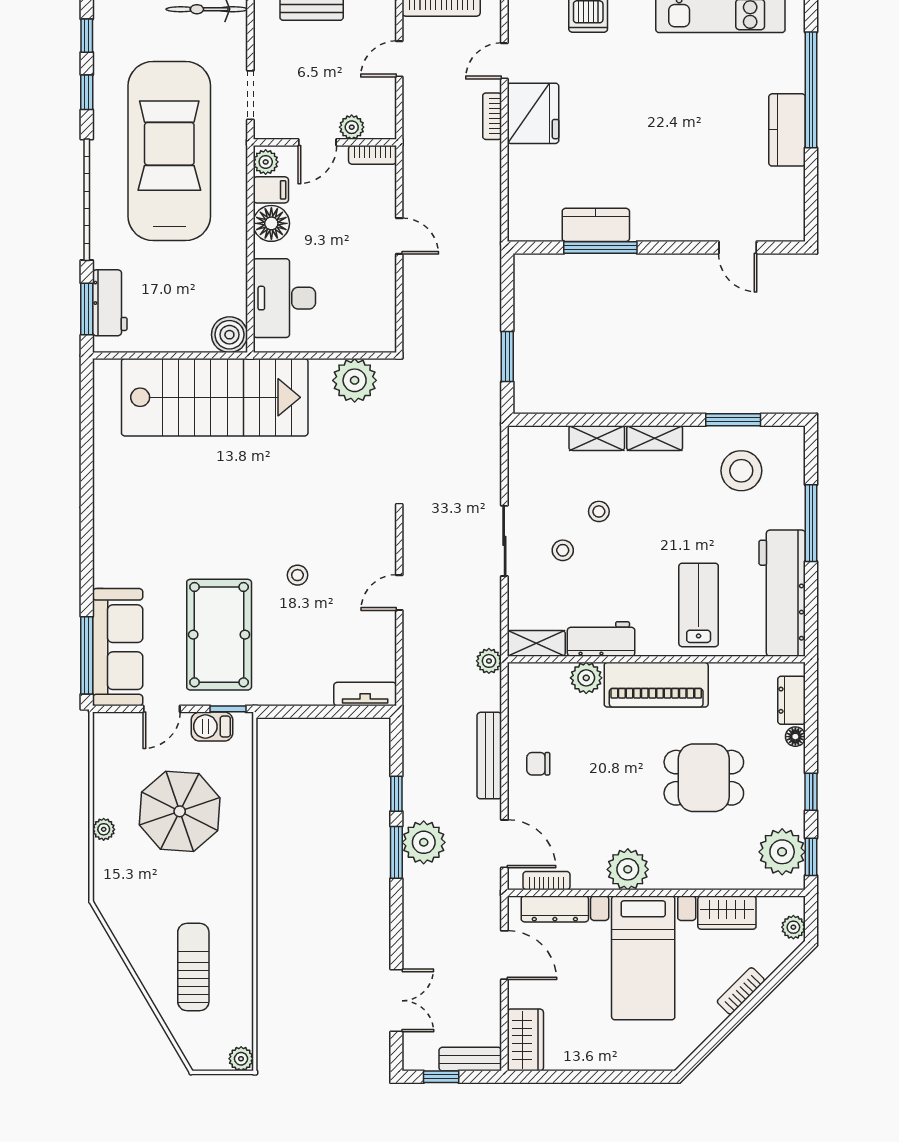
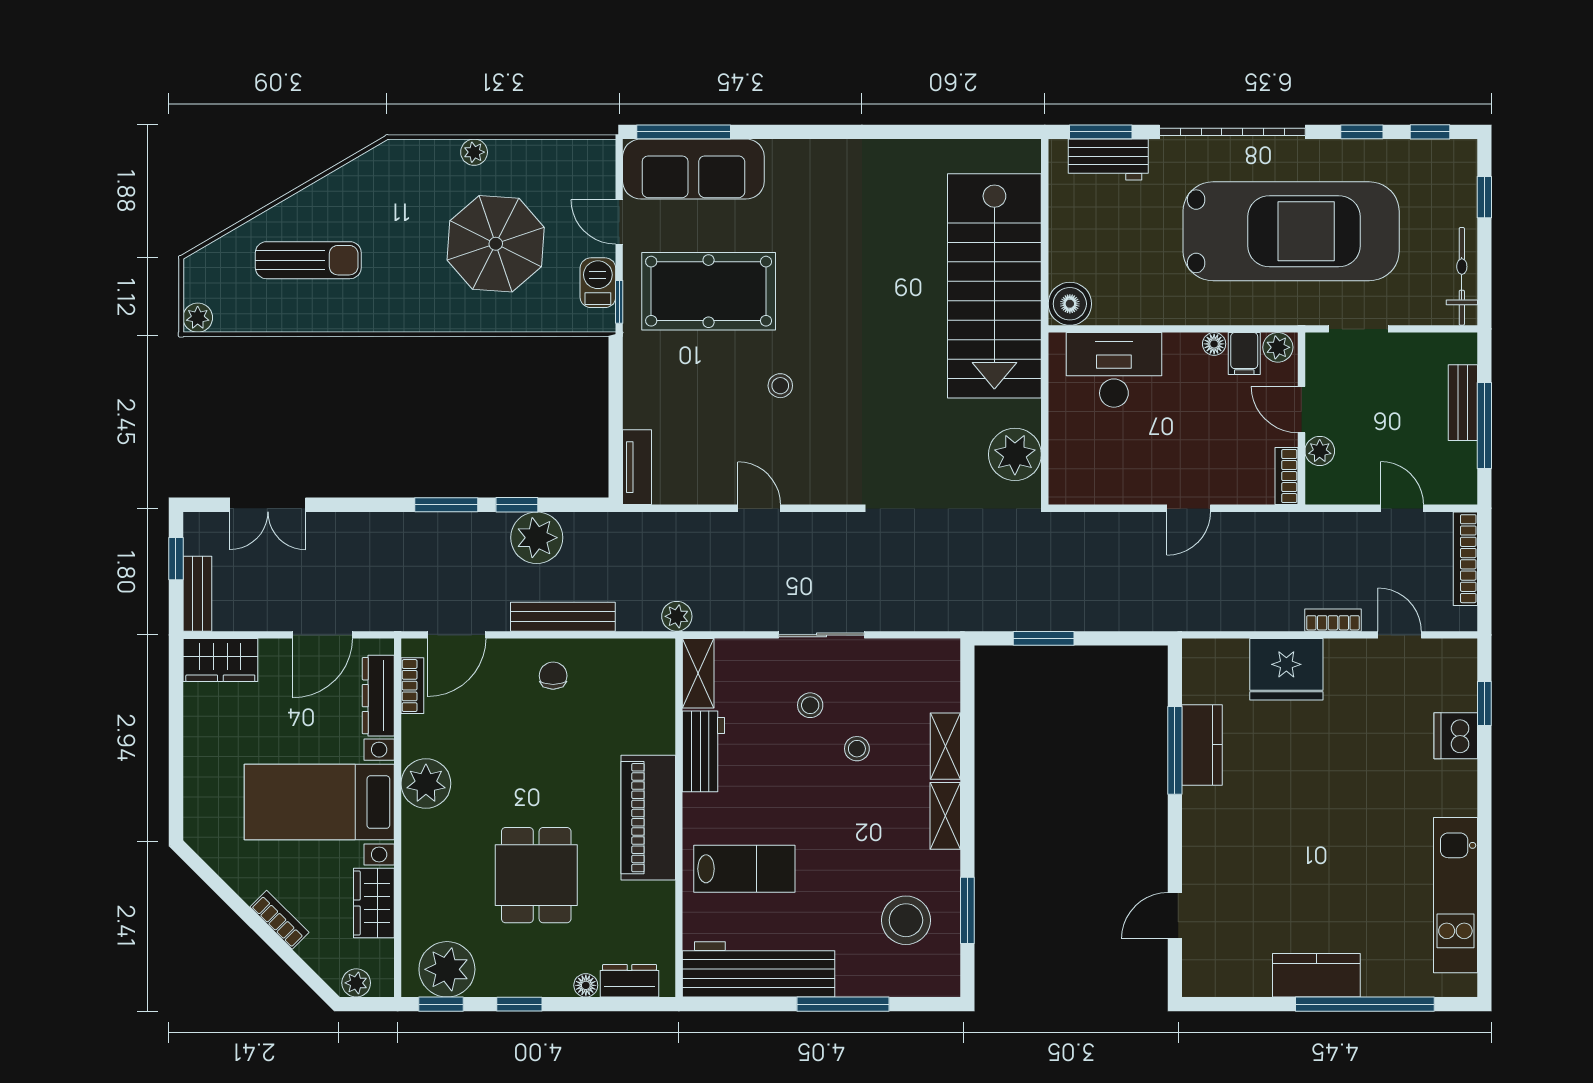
fridge: (533, 113) -> (1286, 669), moved
floor lamp: (271, 223) -> (1214, 344), width x0.53, depth x0.53
plant: (586, 678) -> (656, 733), removed
plant: (424, 842) -> (537, 538), moved

